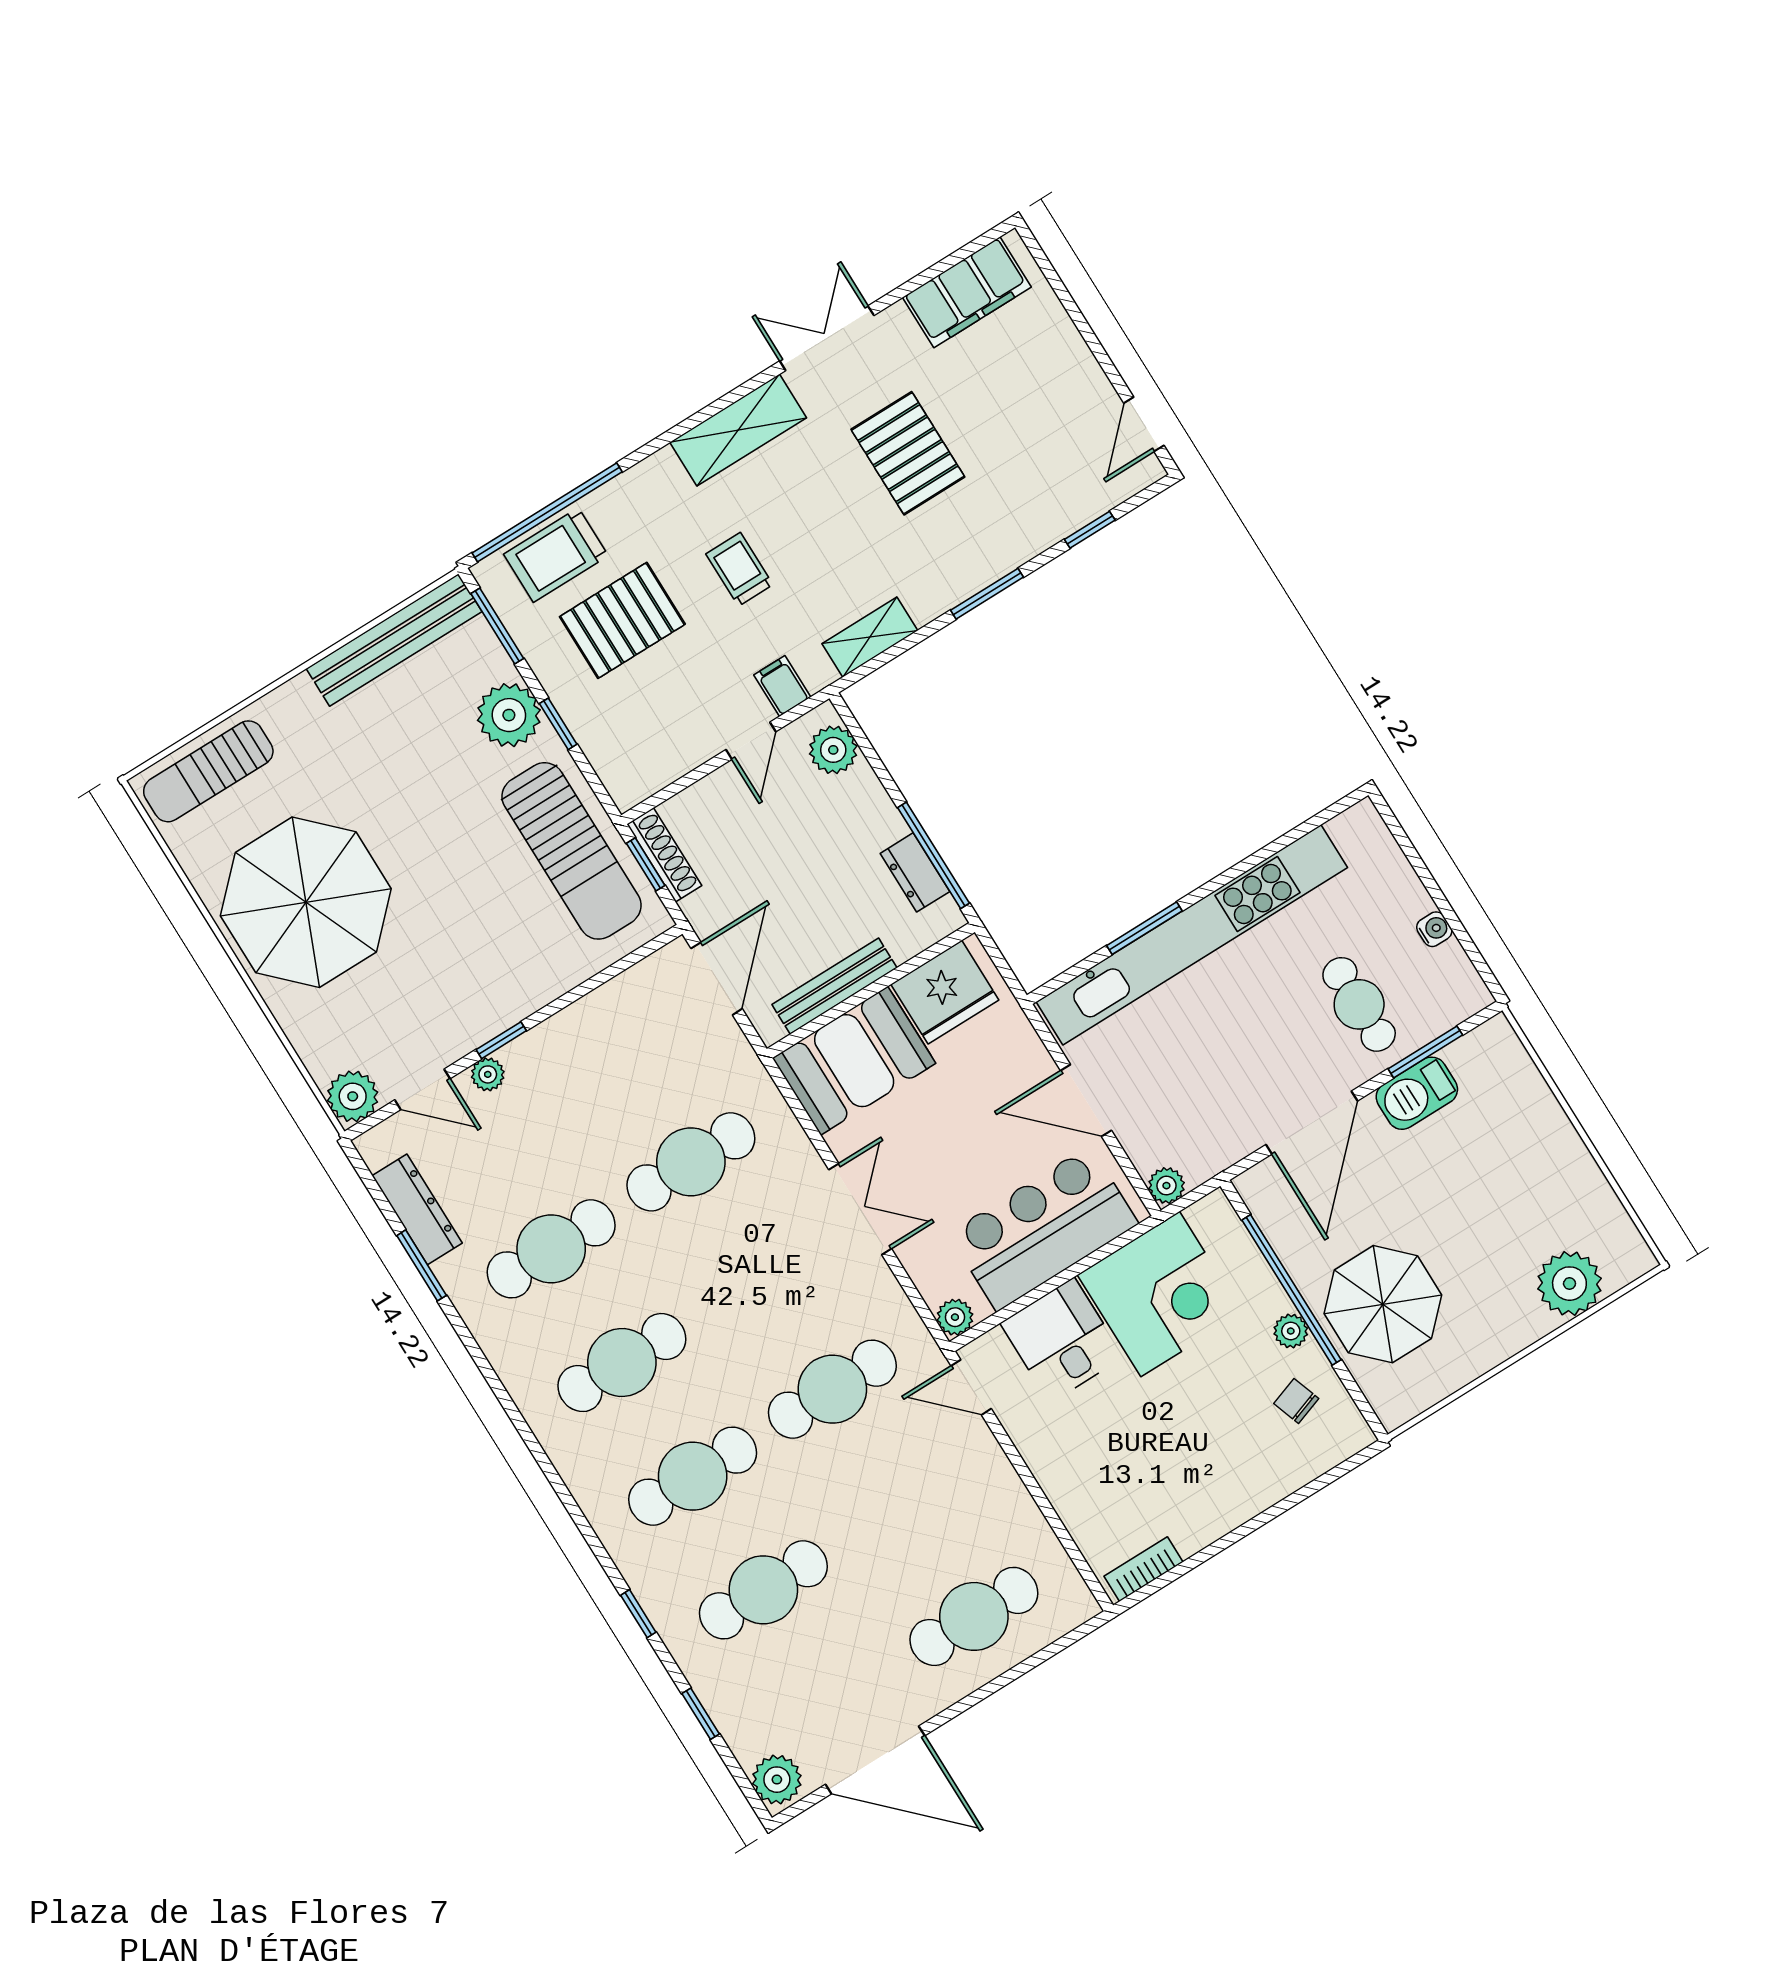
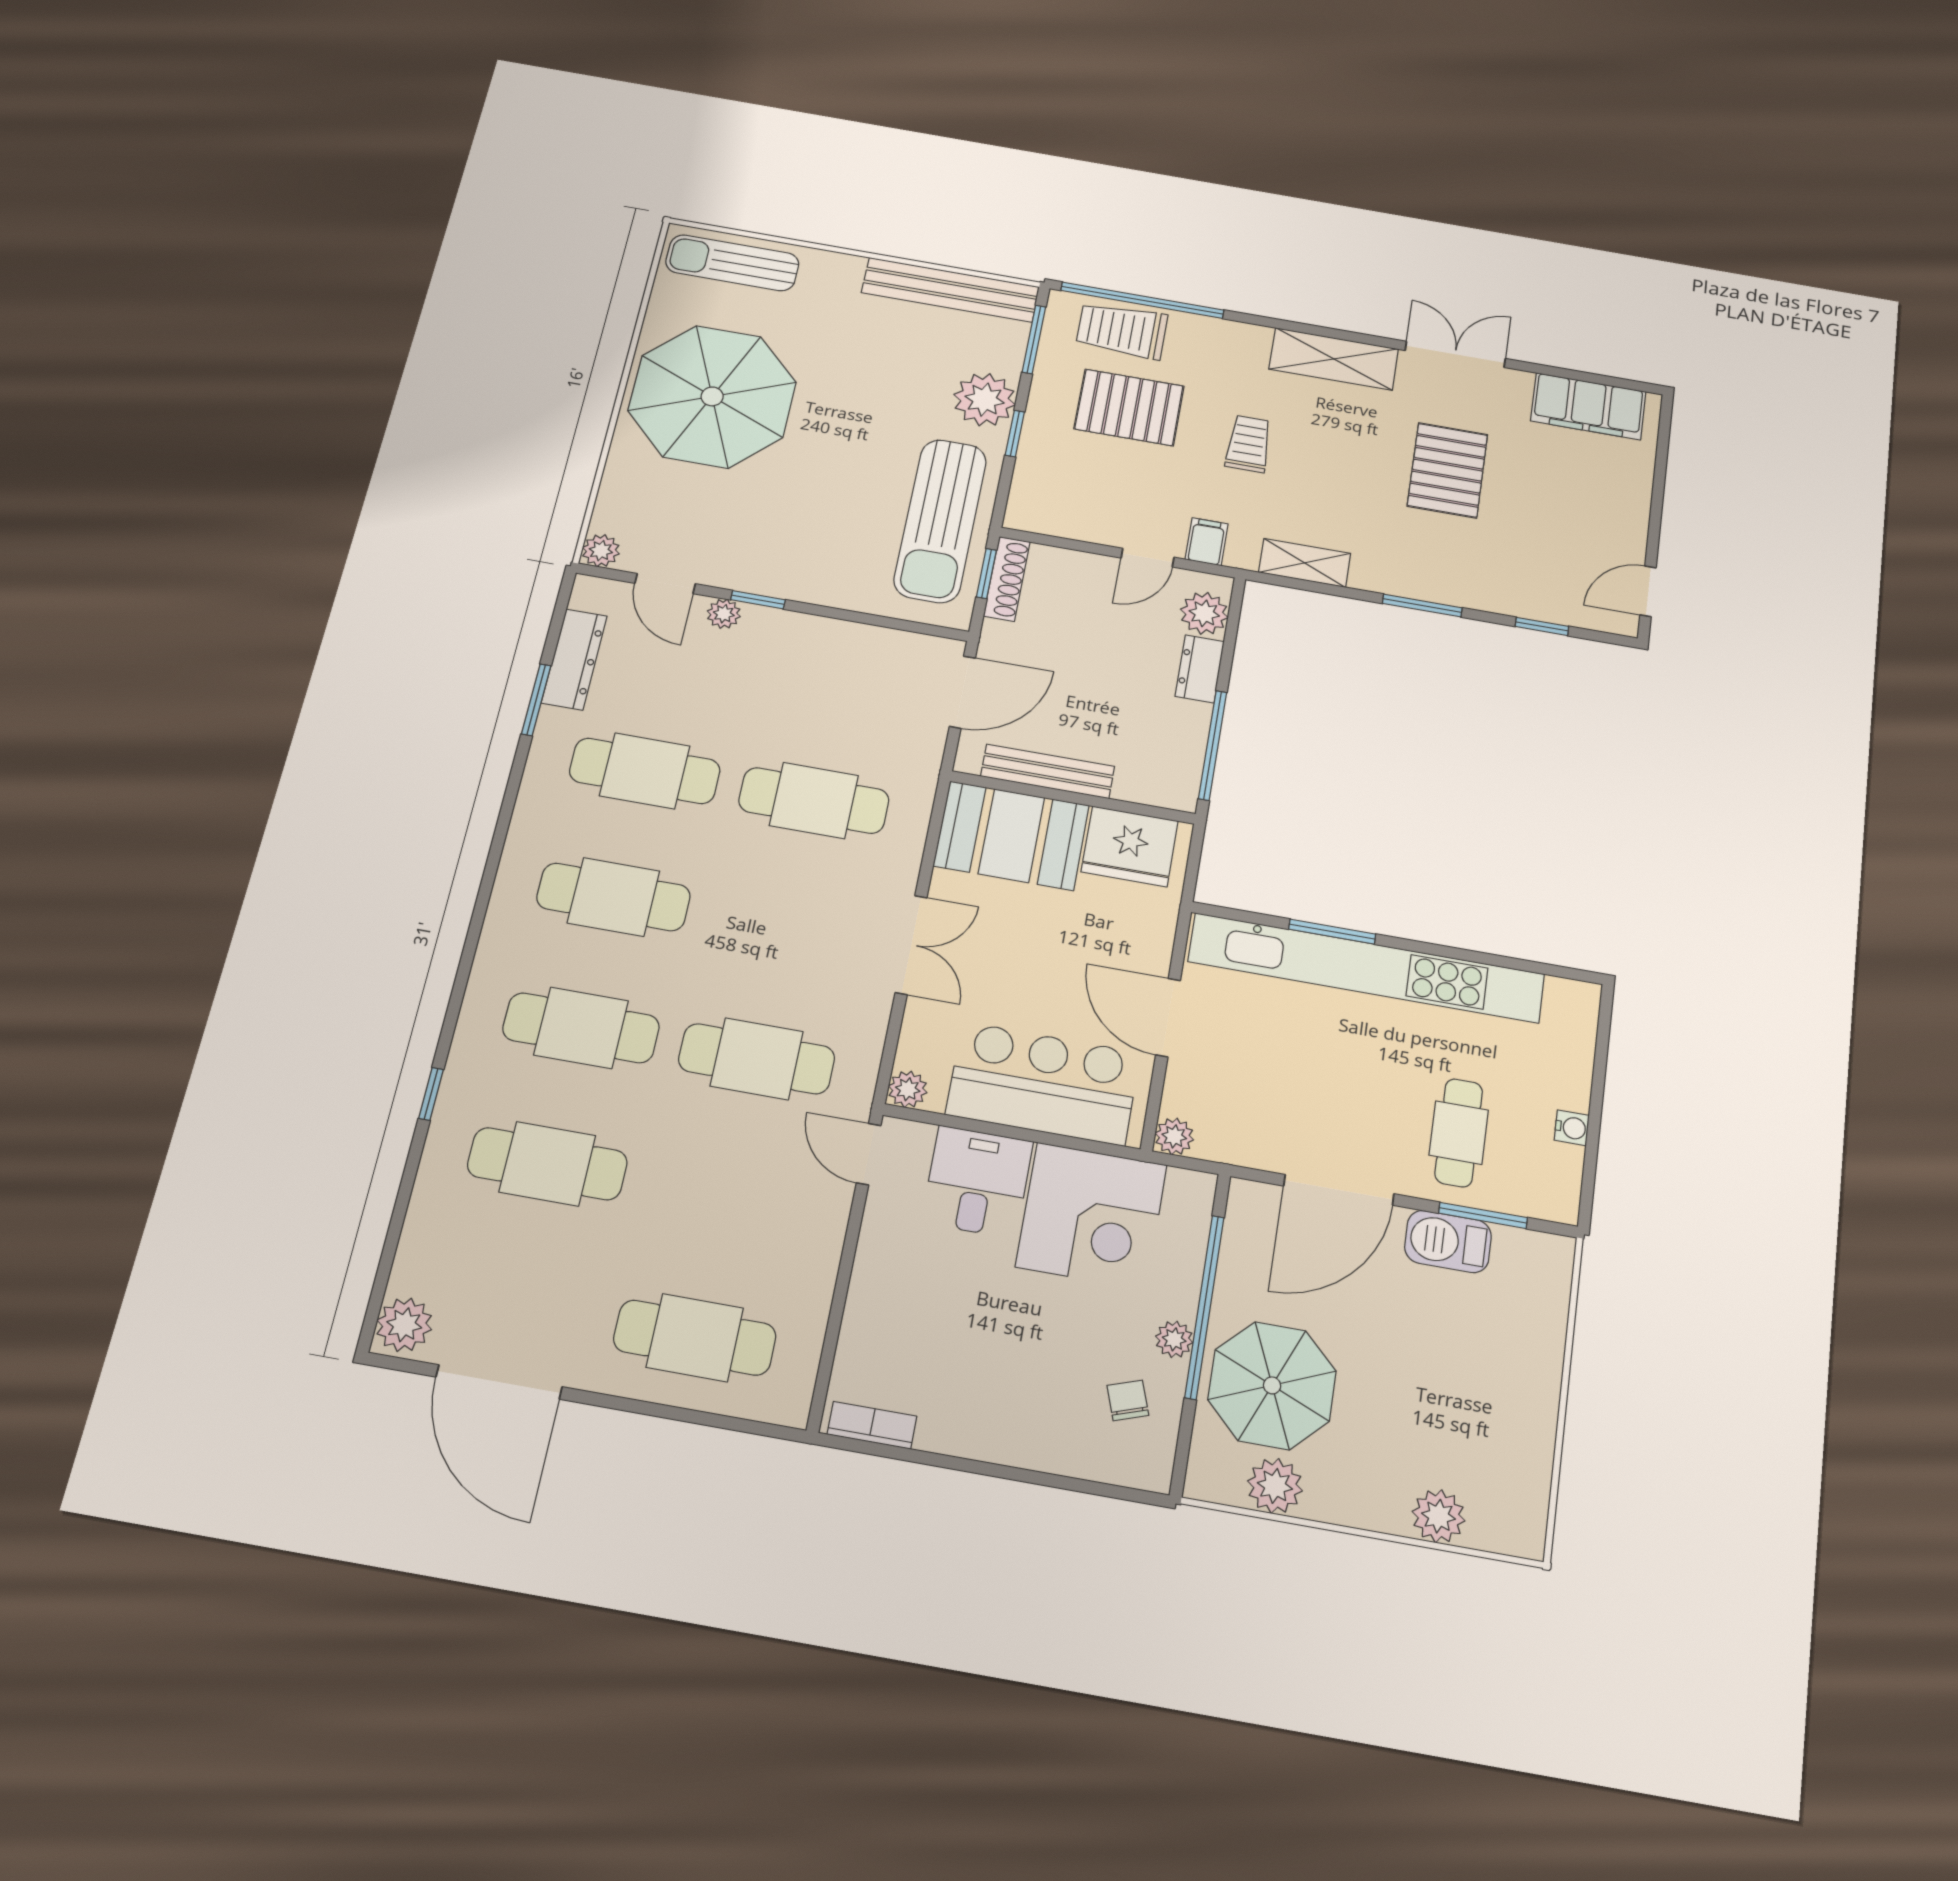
dresser: (915, 872) -> (1200, 669), moved
plant: (353, 1096) -> (601, 551), width x0.73, depth x0.73
plant: (1569, 1284) -> (1439, 1516), width x0.73, depth x0.73
plant: (1442, 1372) -> (1275, 1486), added
window: (701, 1714) -> (398, 1216), removed

